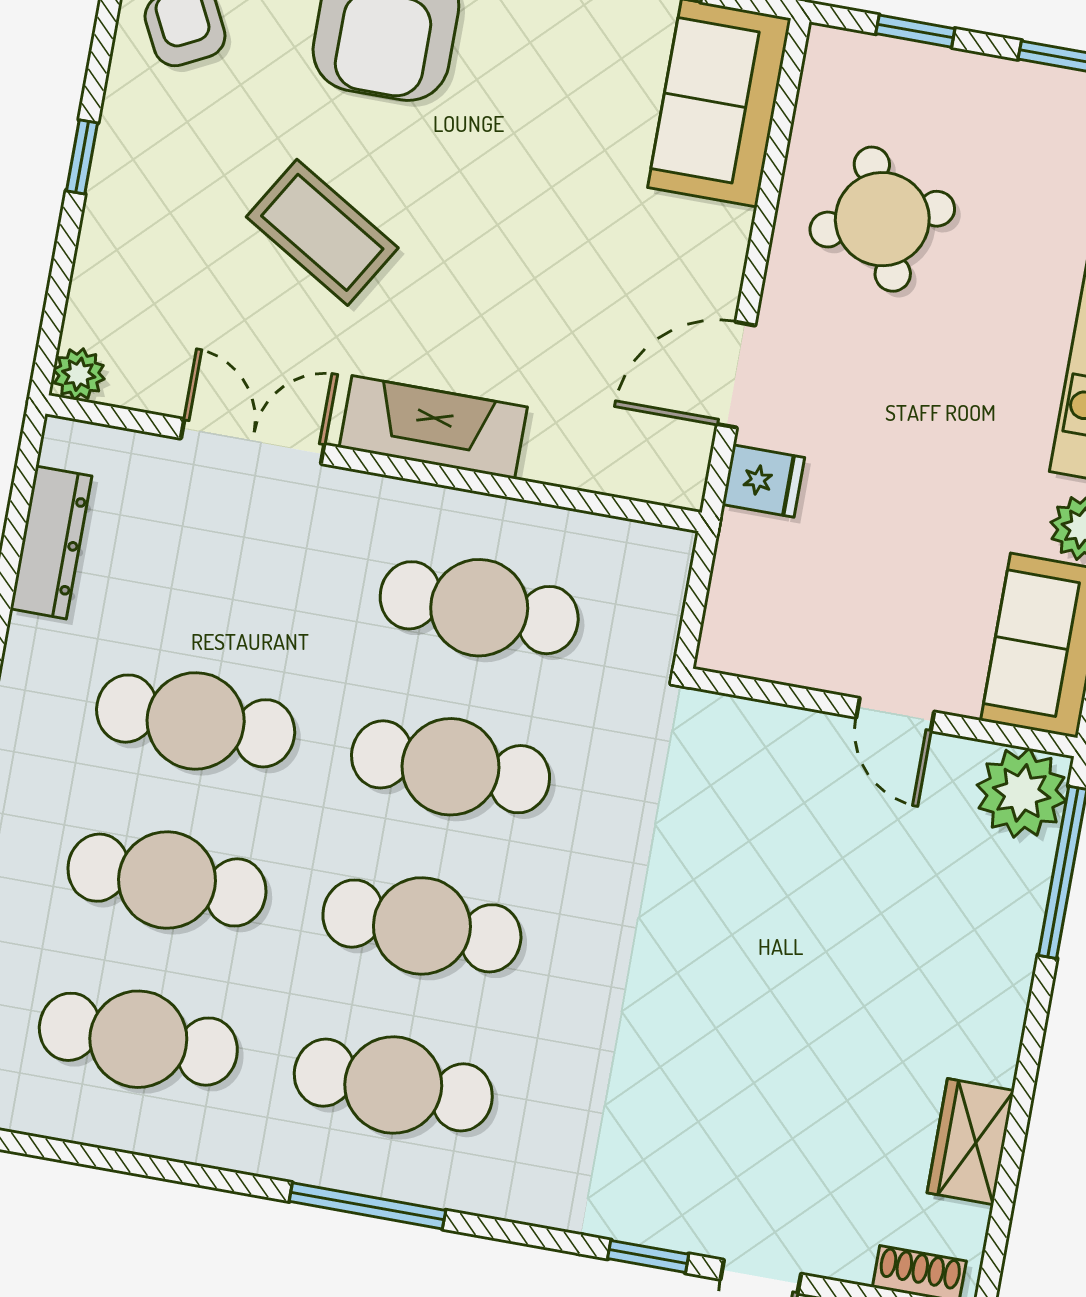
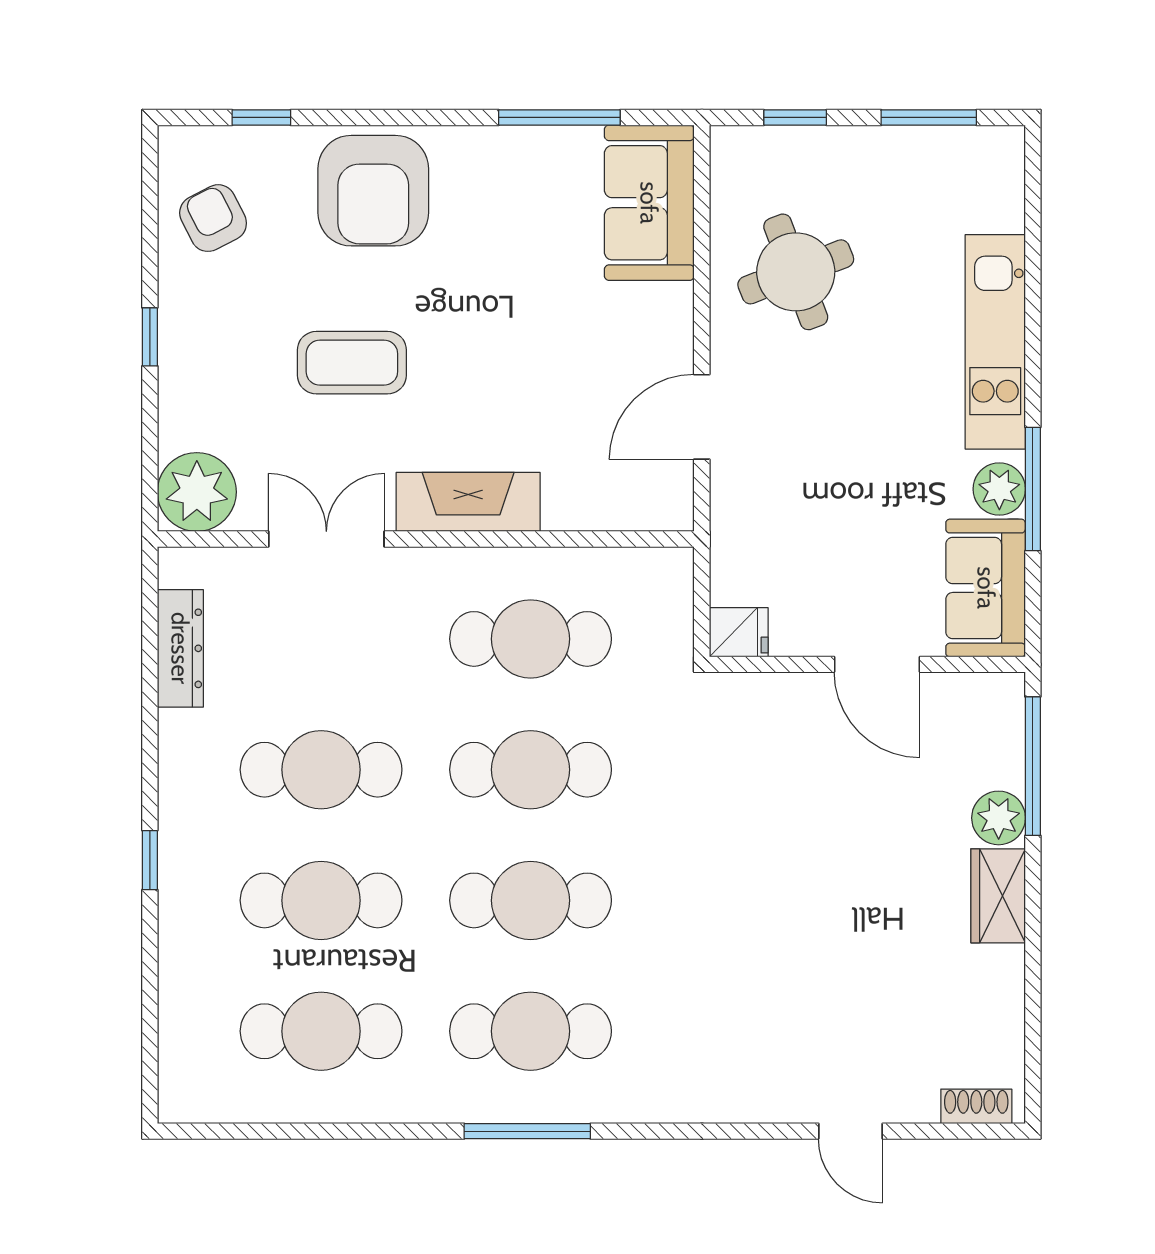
coffee table: (322, 232) -> (352, 363), turned -31
plant: (79, 374) -> (197, 492), width x1.87, depth x1.87
fridge: (763, 481) -> (739, 632), moved
door: (895, 715) -> (877, 664), width x1.37
plant: (1022, 793) -> (999, 818), moved, width x0.73, depth x0.73
wardrobe: (971, 1142) -> (998, 896), moved
window: (648, 1256) -> (758, 1131), removed

